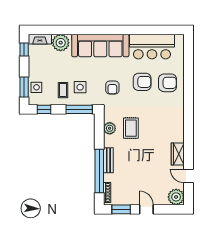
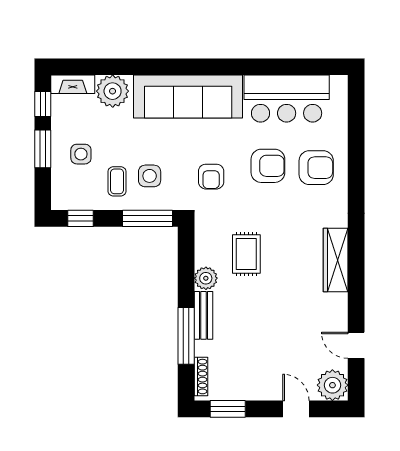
window: (24, 87) -> (43, 149), moved
side table: (36, 87) -> (81, 154), moved
plant: (110, 128) -> (206, 278), moved
wardrobe: (178, 154) -> (336, 260), moved, width x1.50
window: (99, 171) -> (186, 336), width x0.68
door: (146, 209) -> (296, 409), moved

